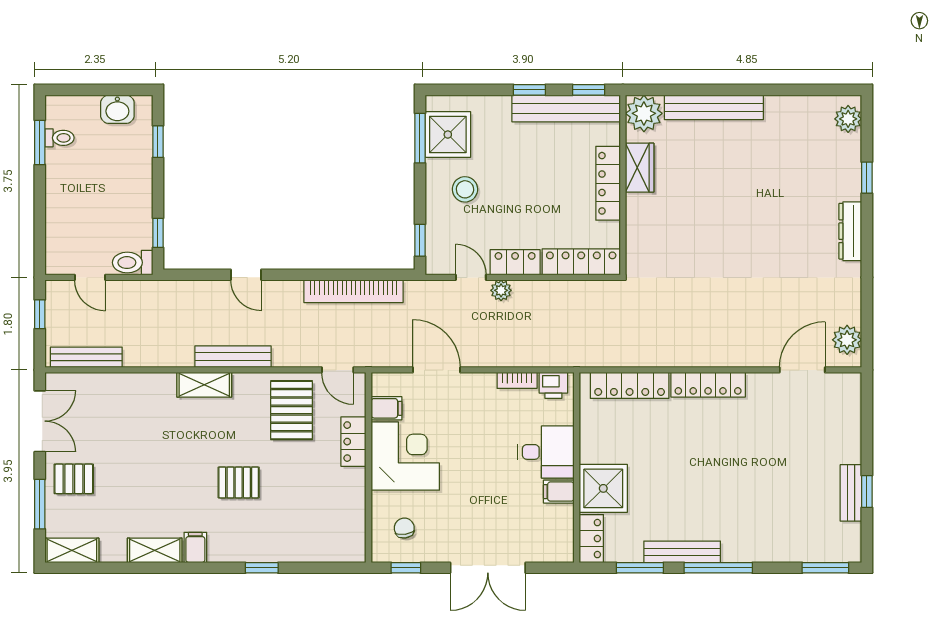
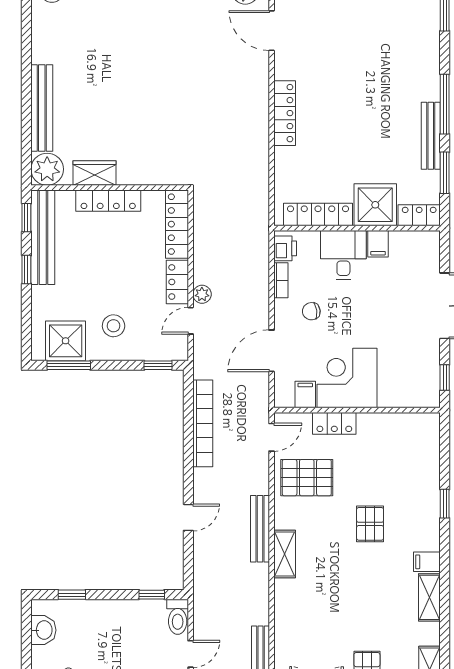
locker: (630, 385) -> (318, 214), moved, turned -90
chair: (404, 528) -> (311, 311), moved

